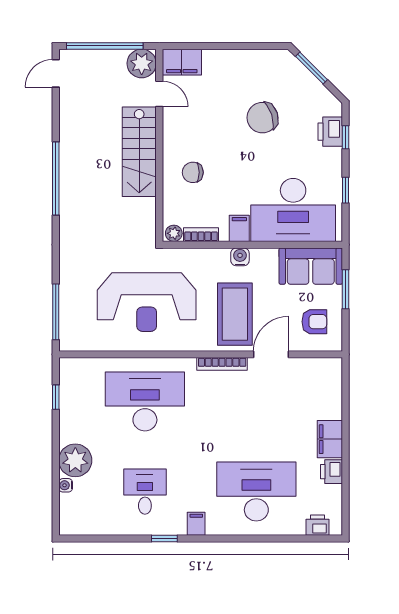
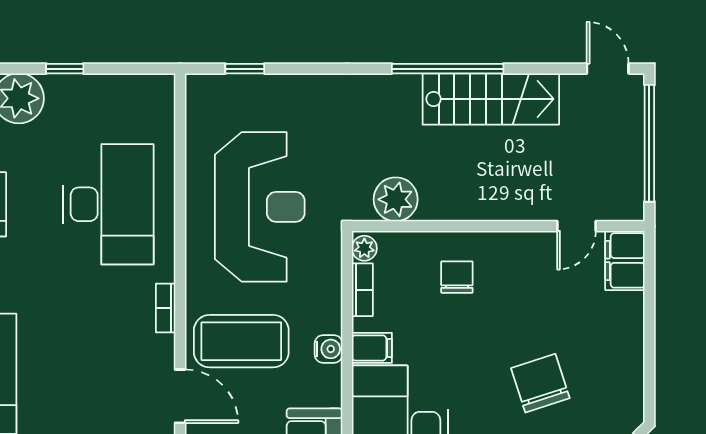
plant: (142, 63) -> (396, 199), moved
stairs: (139, 152) -> (491, 99), moved, turned 180
reception desk: (147, 302) -> (260, 207), turned 180
window: (56, 312) -> (245, 69), width x0.46
bookcase: (222, 364) -> (166, 308), width x0.64
window: (56, 397) -> (65, 69), moved

